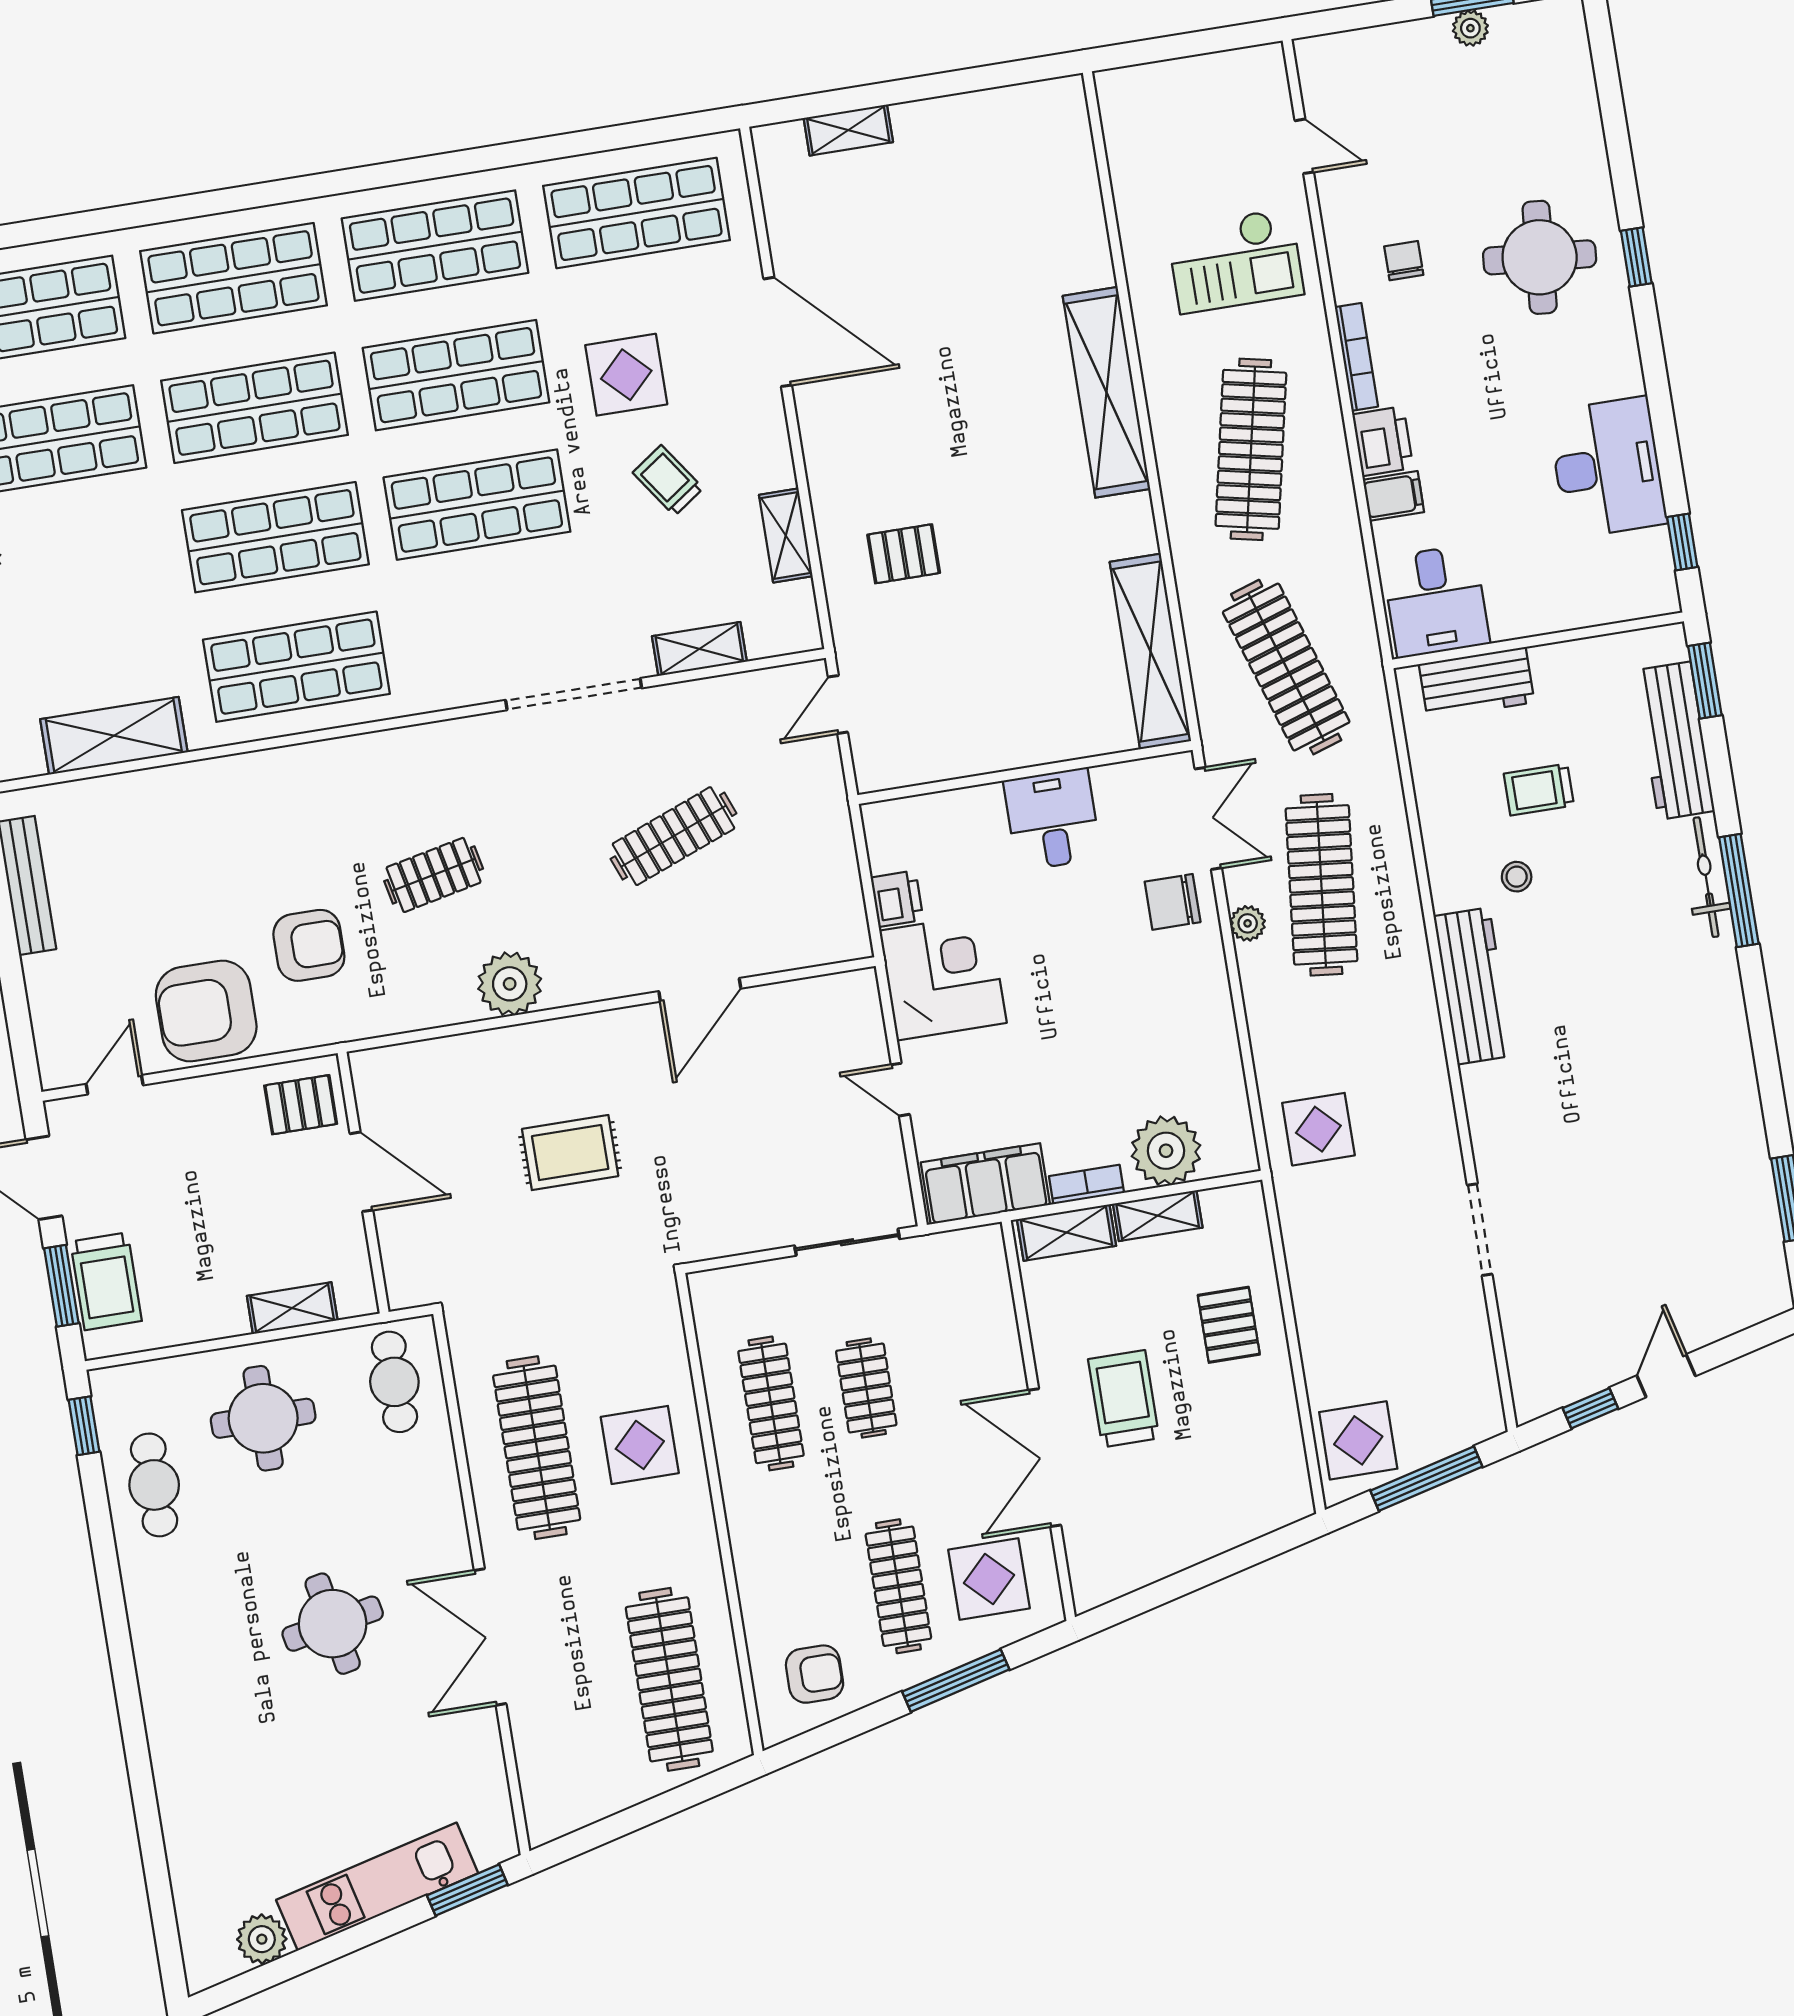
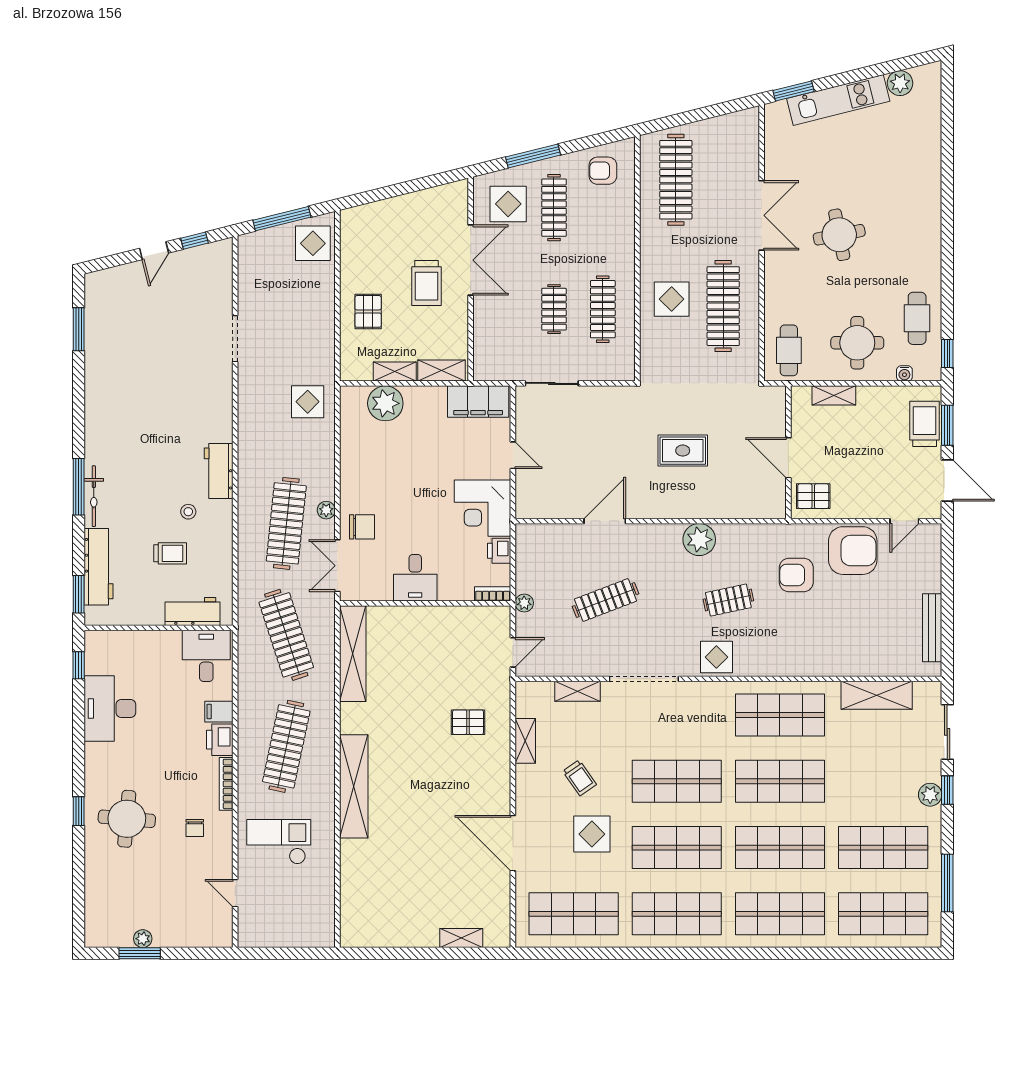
display table: (439, 760) -> (716, 657), added
plant: (832, 805) -> (524, 603), added
workbench: (1473, 986) -> (219, 471), width x0.73
bookcase: (1087, 1184) -> (493, 594), moved, turned 180
water cooler: (161, 1373) -> (904, 373), added

